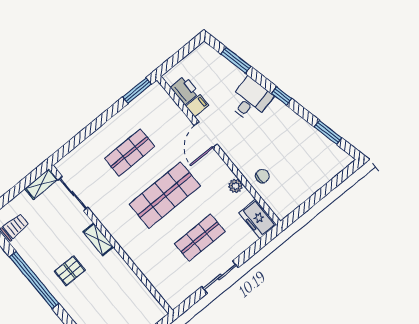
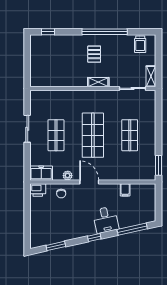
window: (236, 60) -> (132, 229), width x1.44
printer: (185, 90) -> (38, 190), moved
door: (206, 135) -> (89, 182), moved

